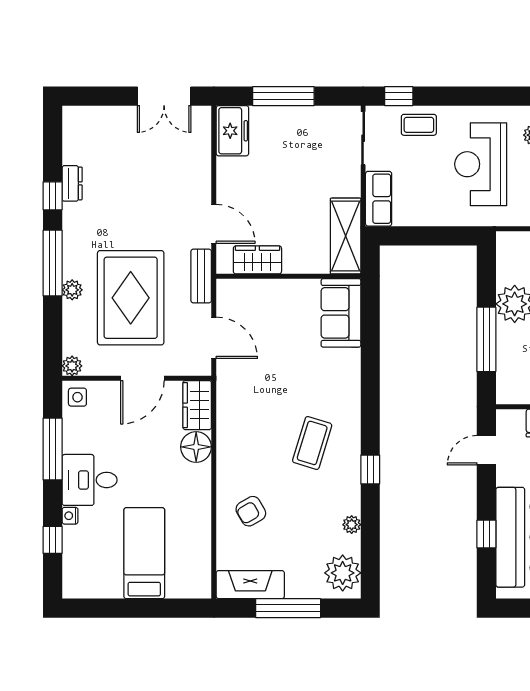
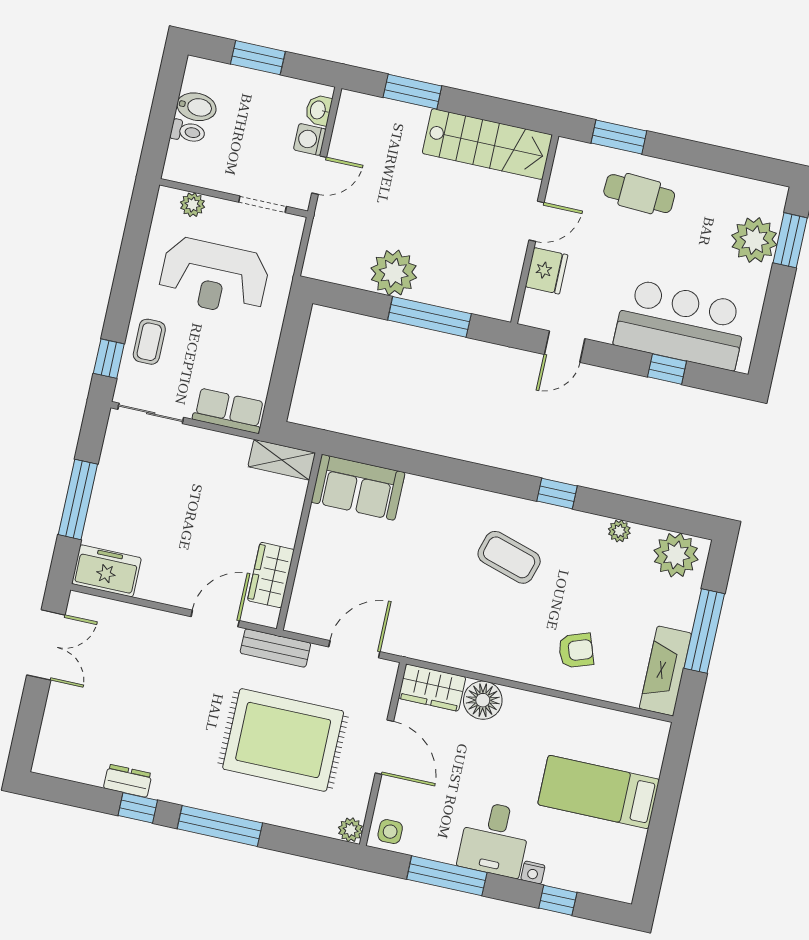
shelving: (346, 236) -> (282, 460), width x0.67, depth x0.75
plant: (72, 290) -> (258, 809), removed
door: (486, 450) -> (565, 347), hinge flipped
armchair: (251, 511) -> (576, 651), turned -79

